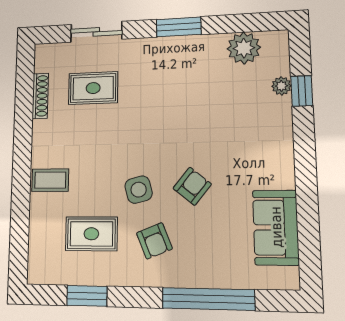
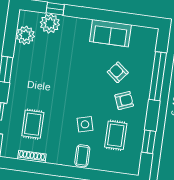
plant: (281, 86) -> (50, 24), width x1.88, depth x1.88
armchair: (192, 186) -> (118, 72), moved
side table: (139, 190) -> (85, 124), moved
sofa: (276, 227) -> (110, 33), moved

